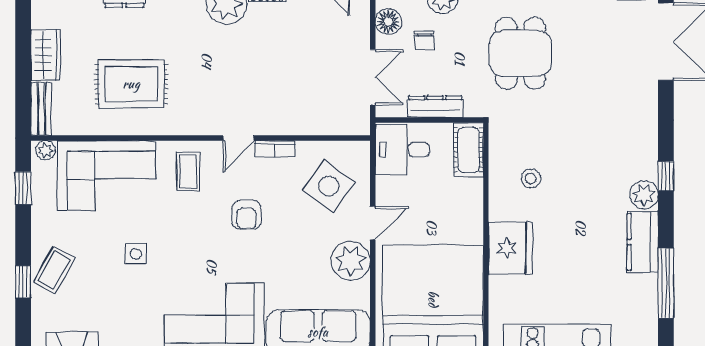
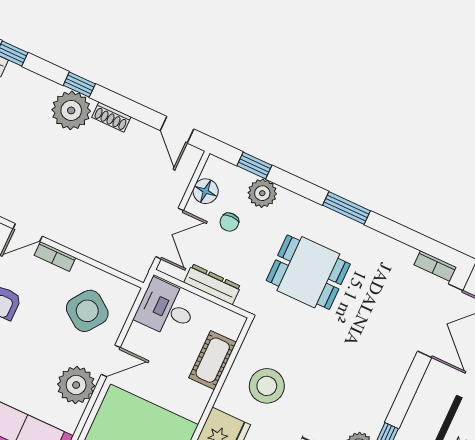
dining table: (520, 53) -> (308, 272), turned 90
cot: (469, 150) -> (213, 360), moved
stool: (531, 179) -> (267, 386), width x1.89, depth x1.89

